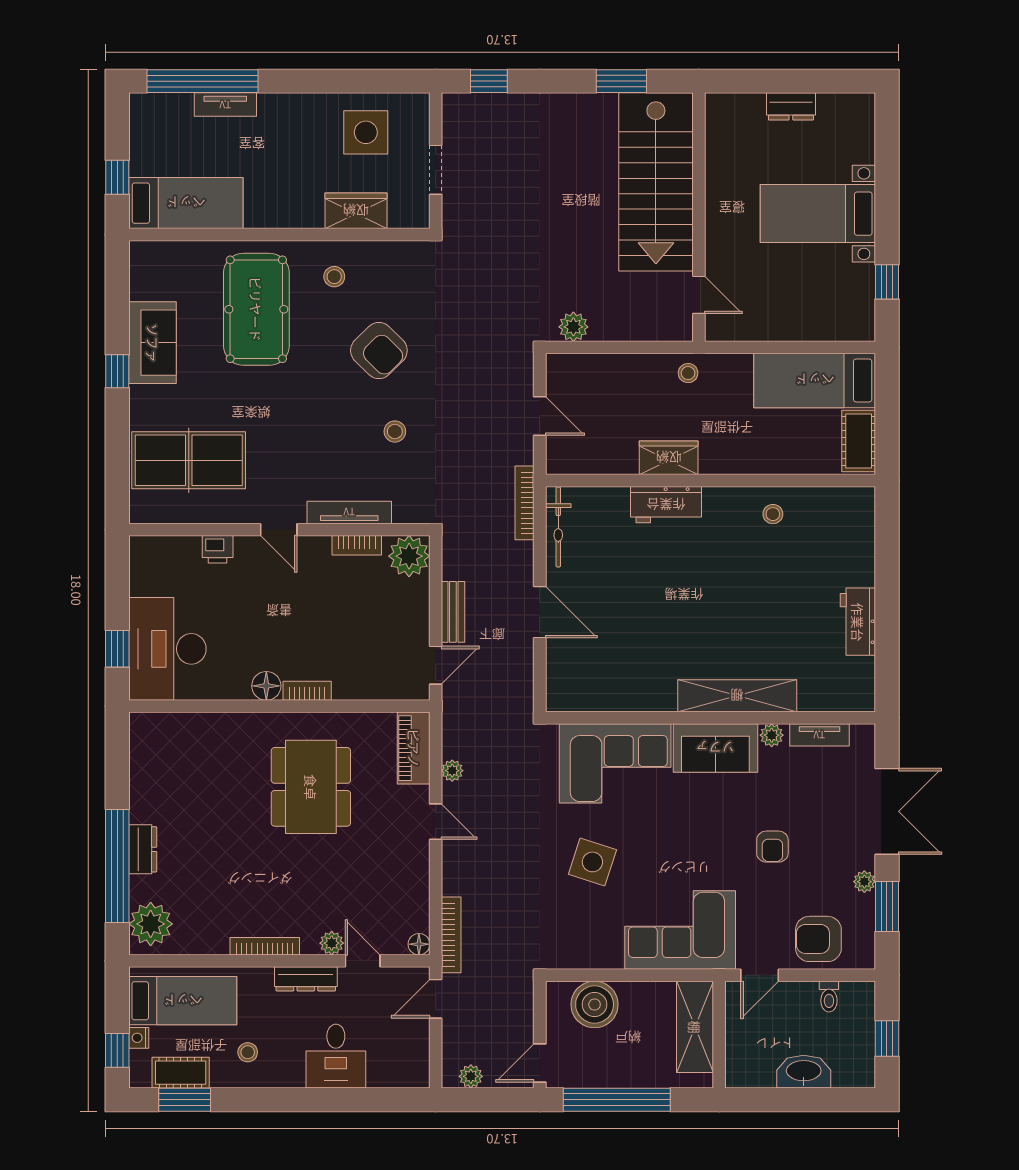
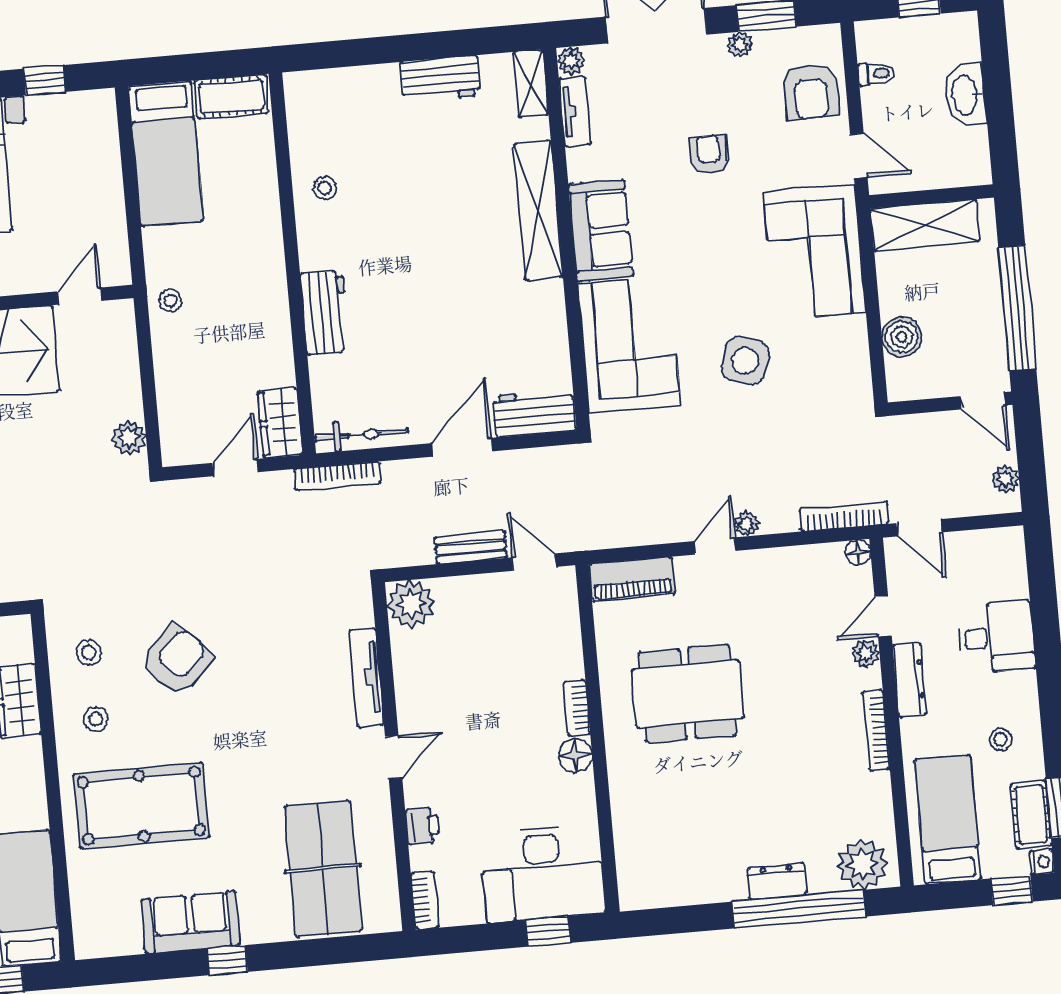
stool: (395, 432) -> (89, 652), moved
wardrobe: (669, 458) -> (280, 423), moved
bookcase: (357, 545) -> (425, 900), moved
workbench: (563, 677) -> (535, 413), added
shelving: (847, 699) -> (531, 83), added
plant: (772, 735) -> (571, 61), moved
plant: (452, 771) -> (747, 524), moved
armchair: (772, 847) -> (709, 154), turned -90
boiler: (595, 1005) -> (902, 337), width x0.73, depth x0.73
nightstand: (139, 1038) -> (1042, 862), moved, turned -90

